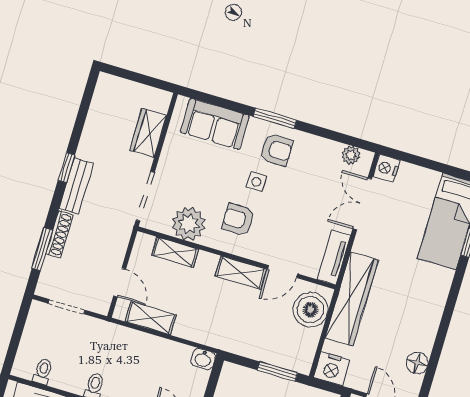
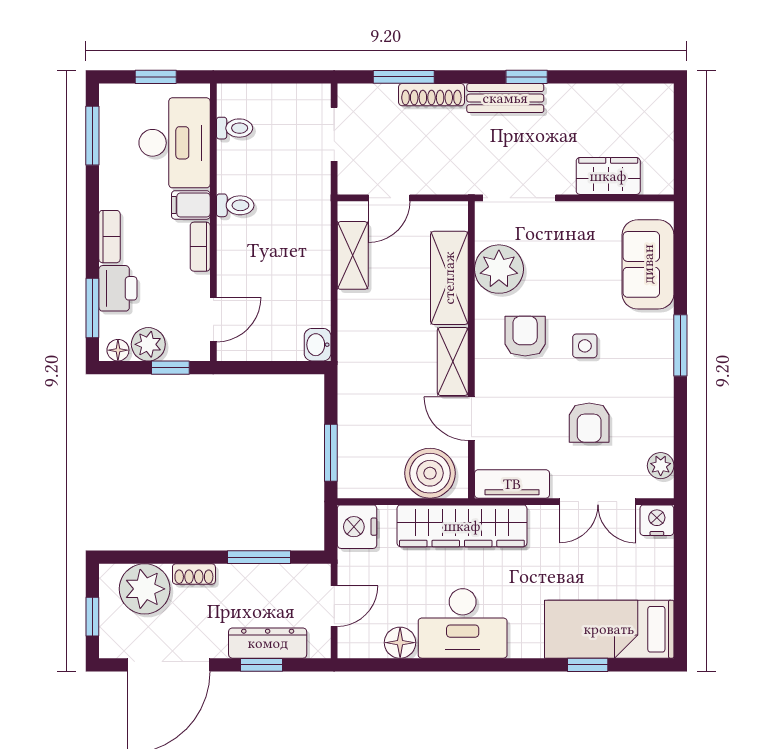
armchair: (276, 150) -> (589, 423), moved
double door: (362, 204) -> (598, 502), swing flipped
shelving: (175, 252) -> (449, 278), width x1.50, depth x1.33
desk: (417, 318) -> (463, 623), added

